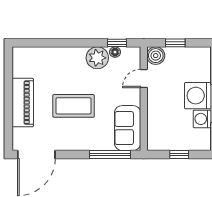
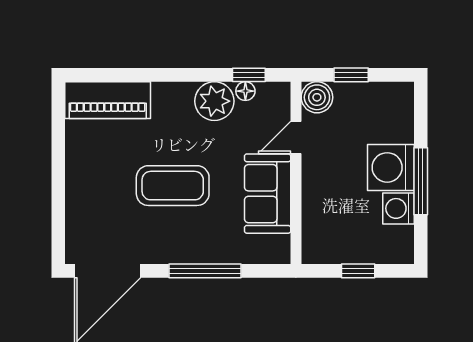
piano: (23, 103) -> (108, 100), moved, turned 90
sofa: (128, 128) -> (268, 194), moved
window: (110, 155) -> (205, 271), moved

